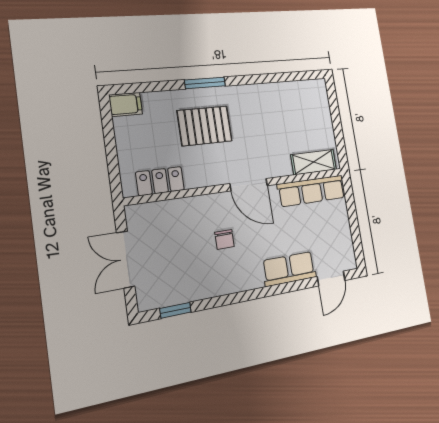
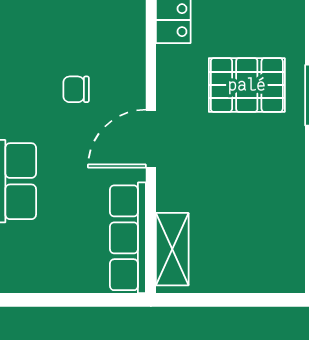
pallet: (205, 126) -> (247, 85), turned 90

